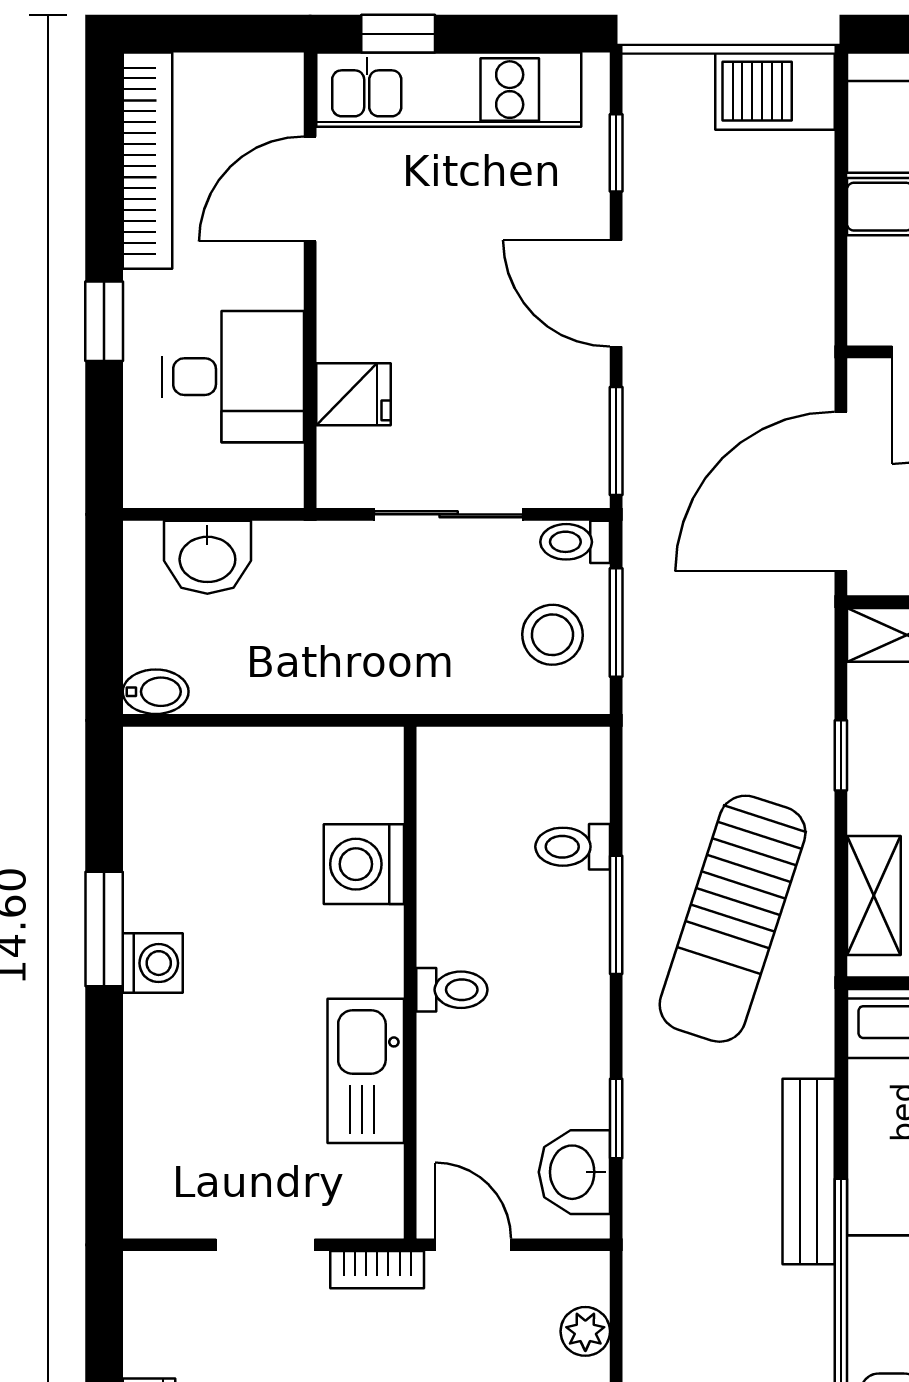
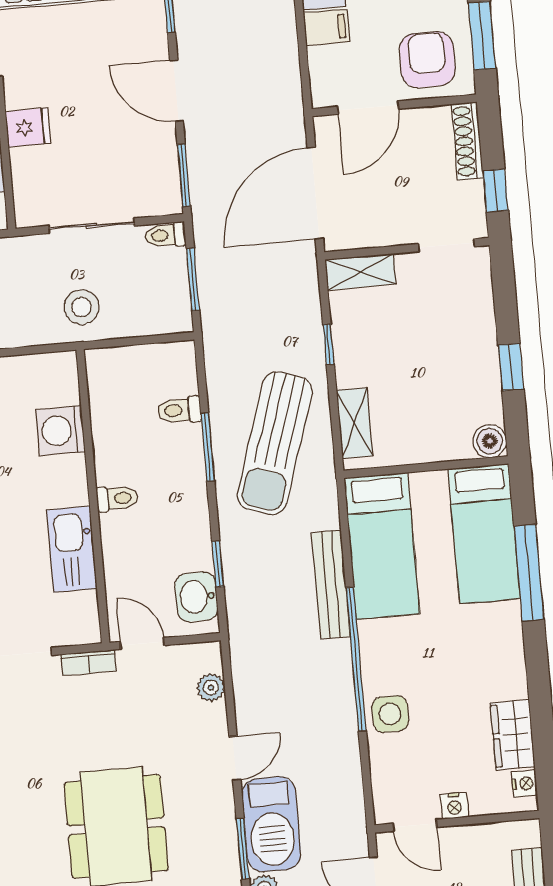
fridge: (353, 394) -> (28, 127), moved
stool: (552, 635) -> (81, 307), moved

